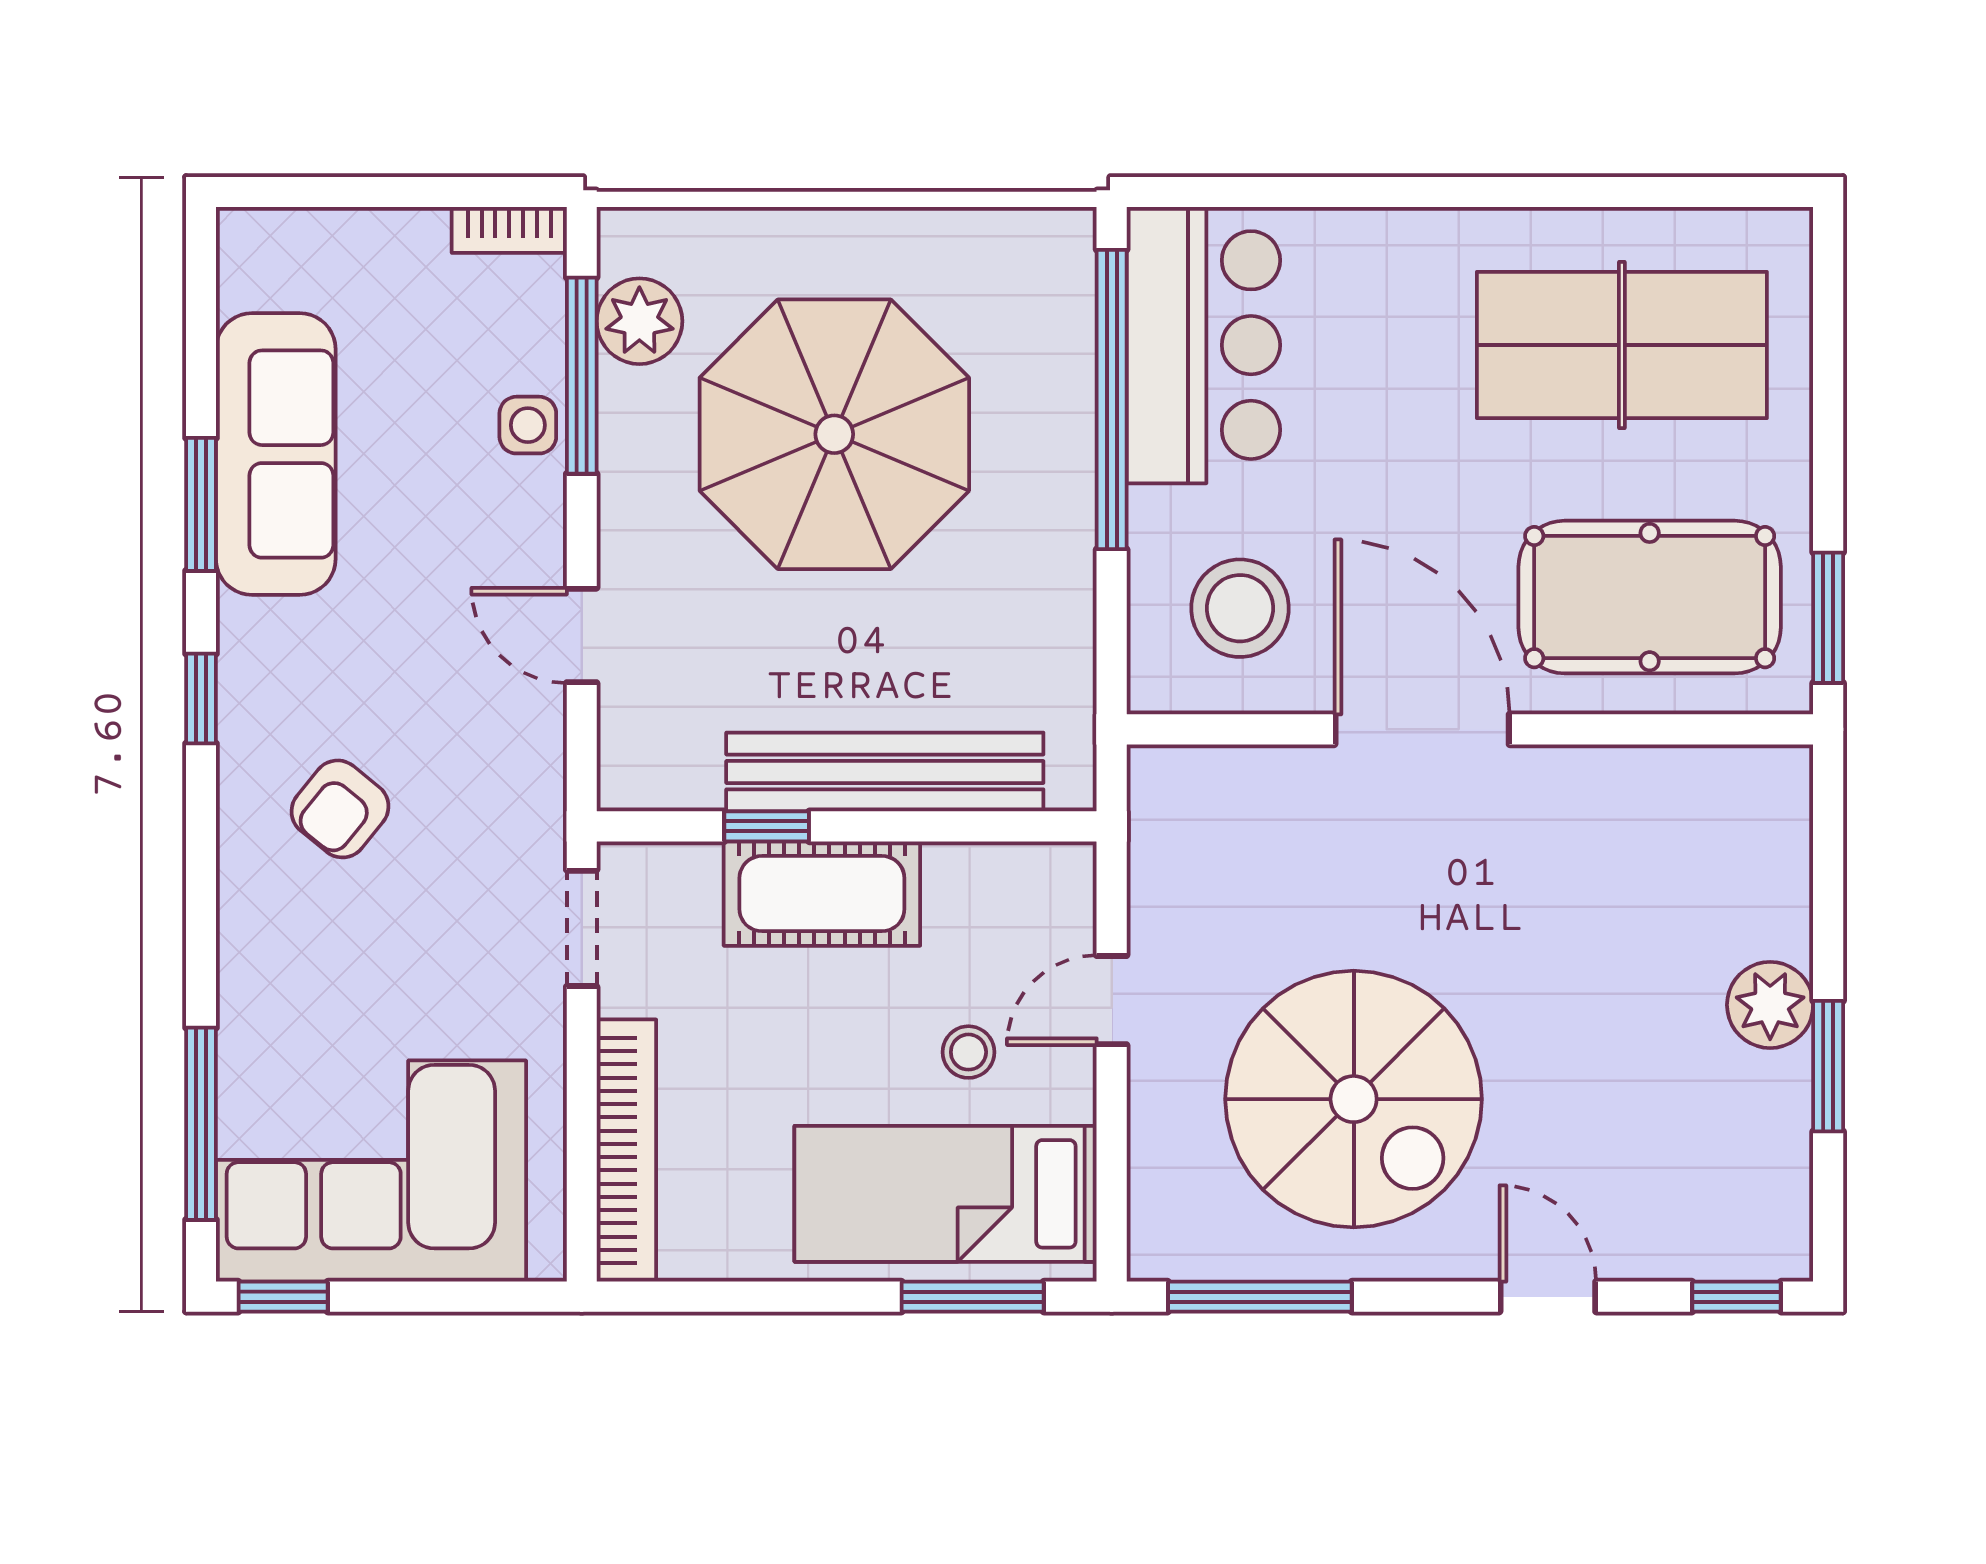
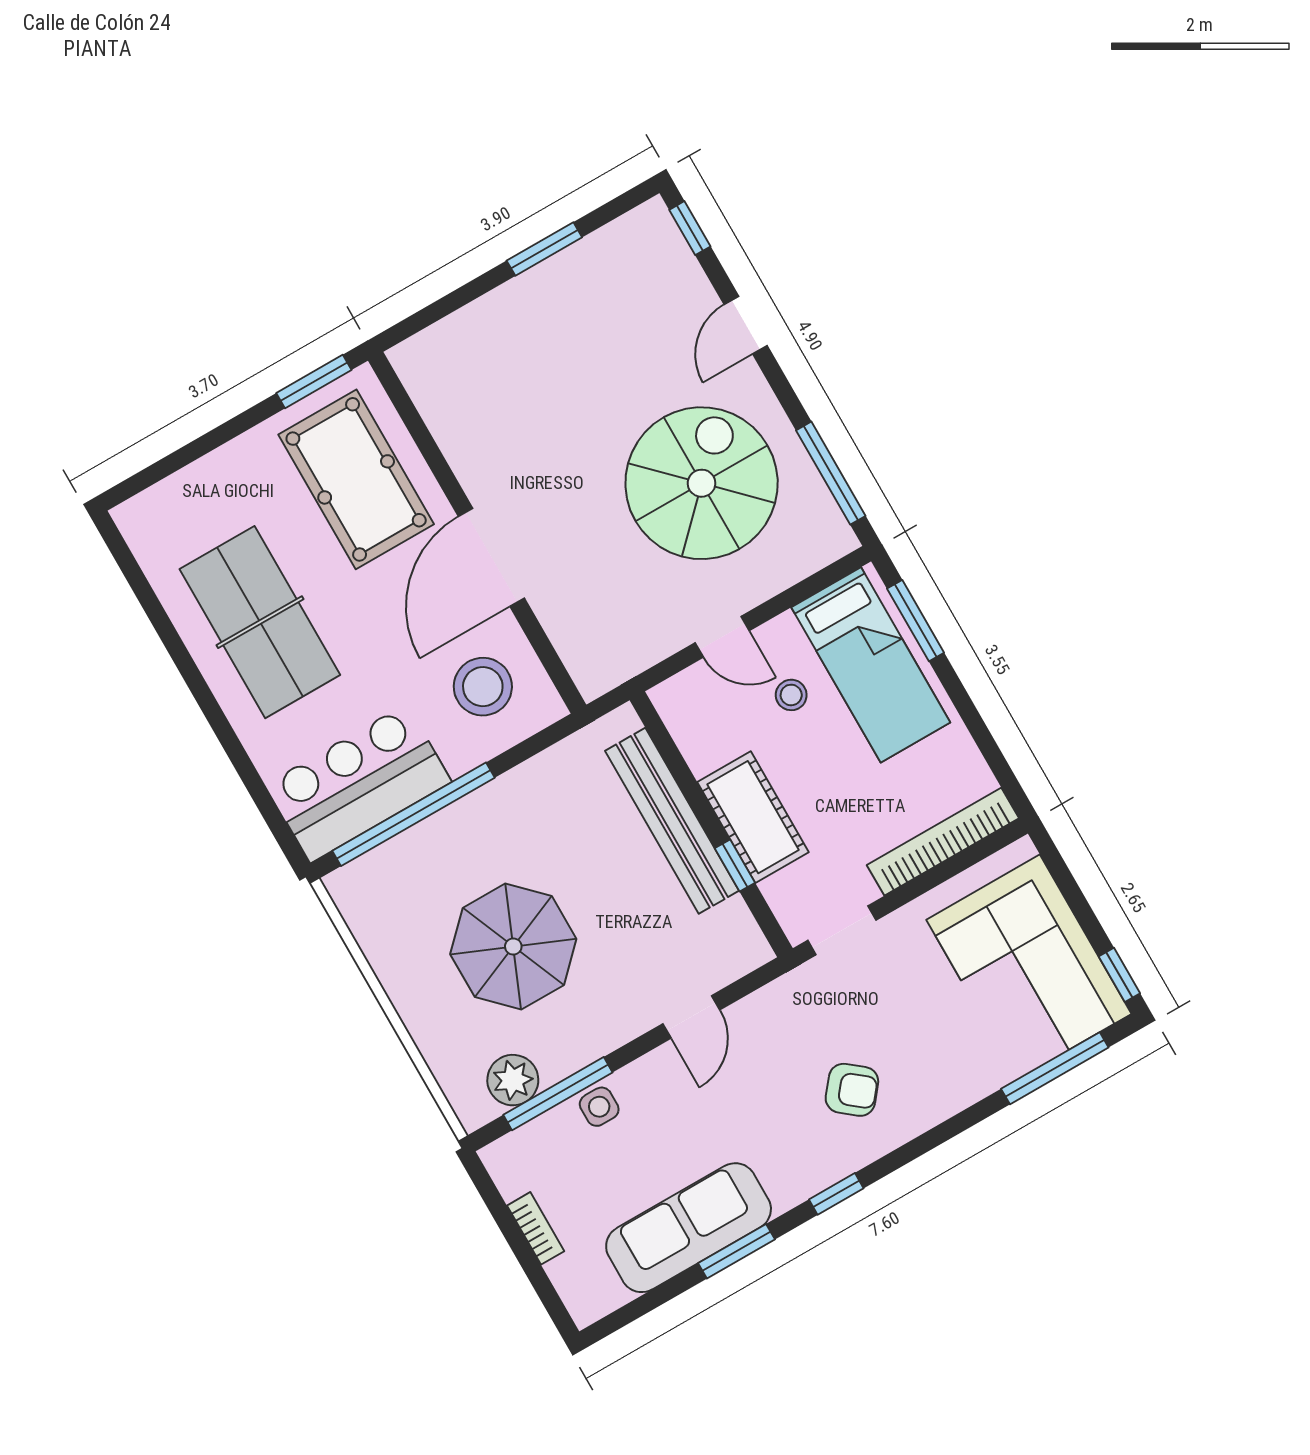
bookcase: (509, 230) -> (536, 1228), moved
table tennis table: (1622, 345) -> (260, 622), moved
parasol: (834, 434) -> (513, 947), width x0.73, depth x0.73
plant: (1770, 1005) -> (530, 297), removed

